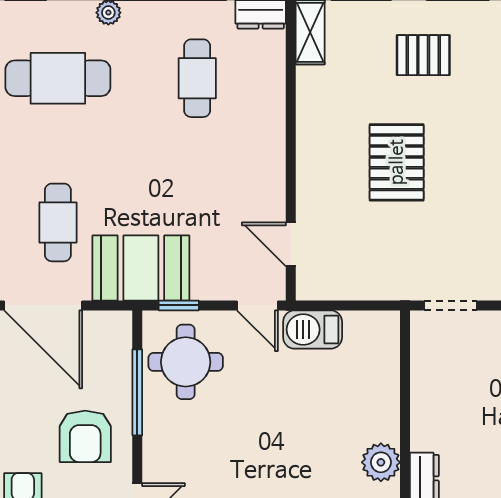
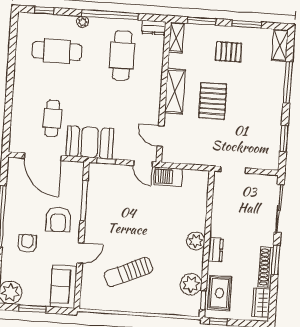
cafe table: (197, 78) -> (122, 55), width x1.37, depth x1.35
shelving: (315, 147) -> (175, 91), added
round table: (186, 362) -> (108, 188), removed

